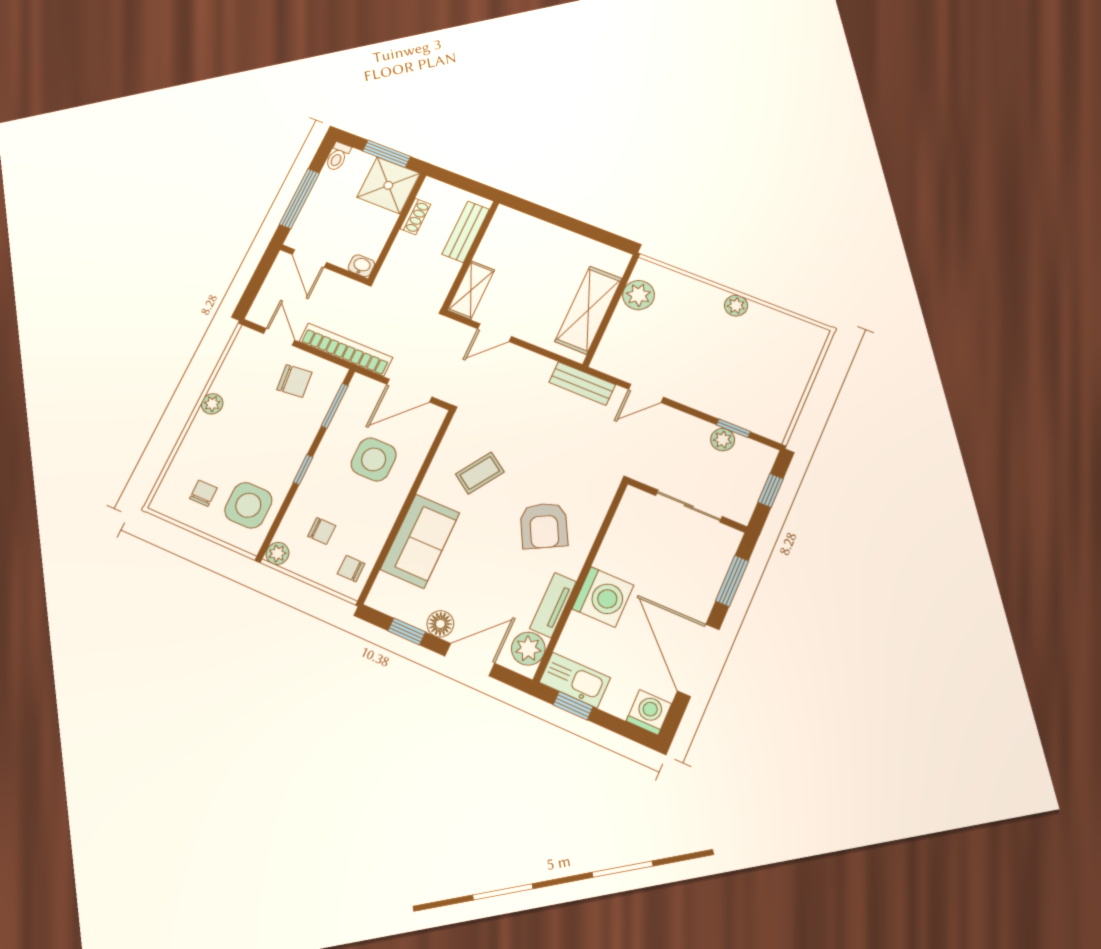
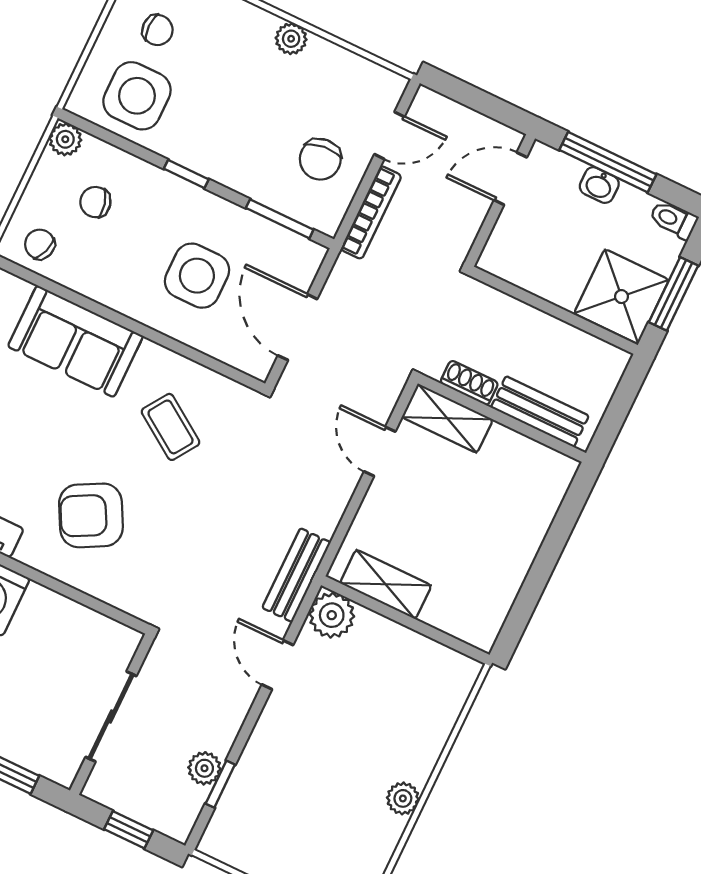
shoe rack: (415, 216) -> (469, 383), moved, turned 180
washbasin: (361, 266) -> (599, 185), moved, turned 90
plant: (638, 295) -> (332, 615), moved
shelving: (588, 310) -> (386, 584), width x0.67, depth x0.75
bookcase: (346, 350) -> (371, 212), width x0.68, depth x0.76
chair: (322, 531) -> (95, 202), turned 76
chair: (351, 569) -> (40, 244), turned -71

